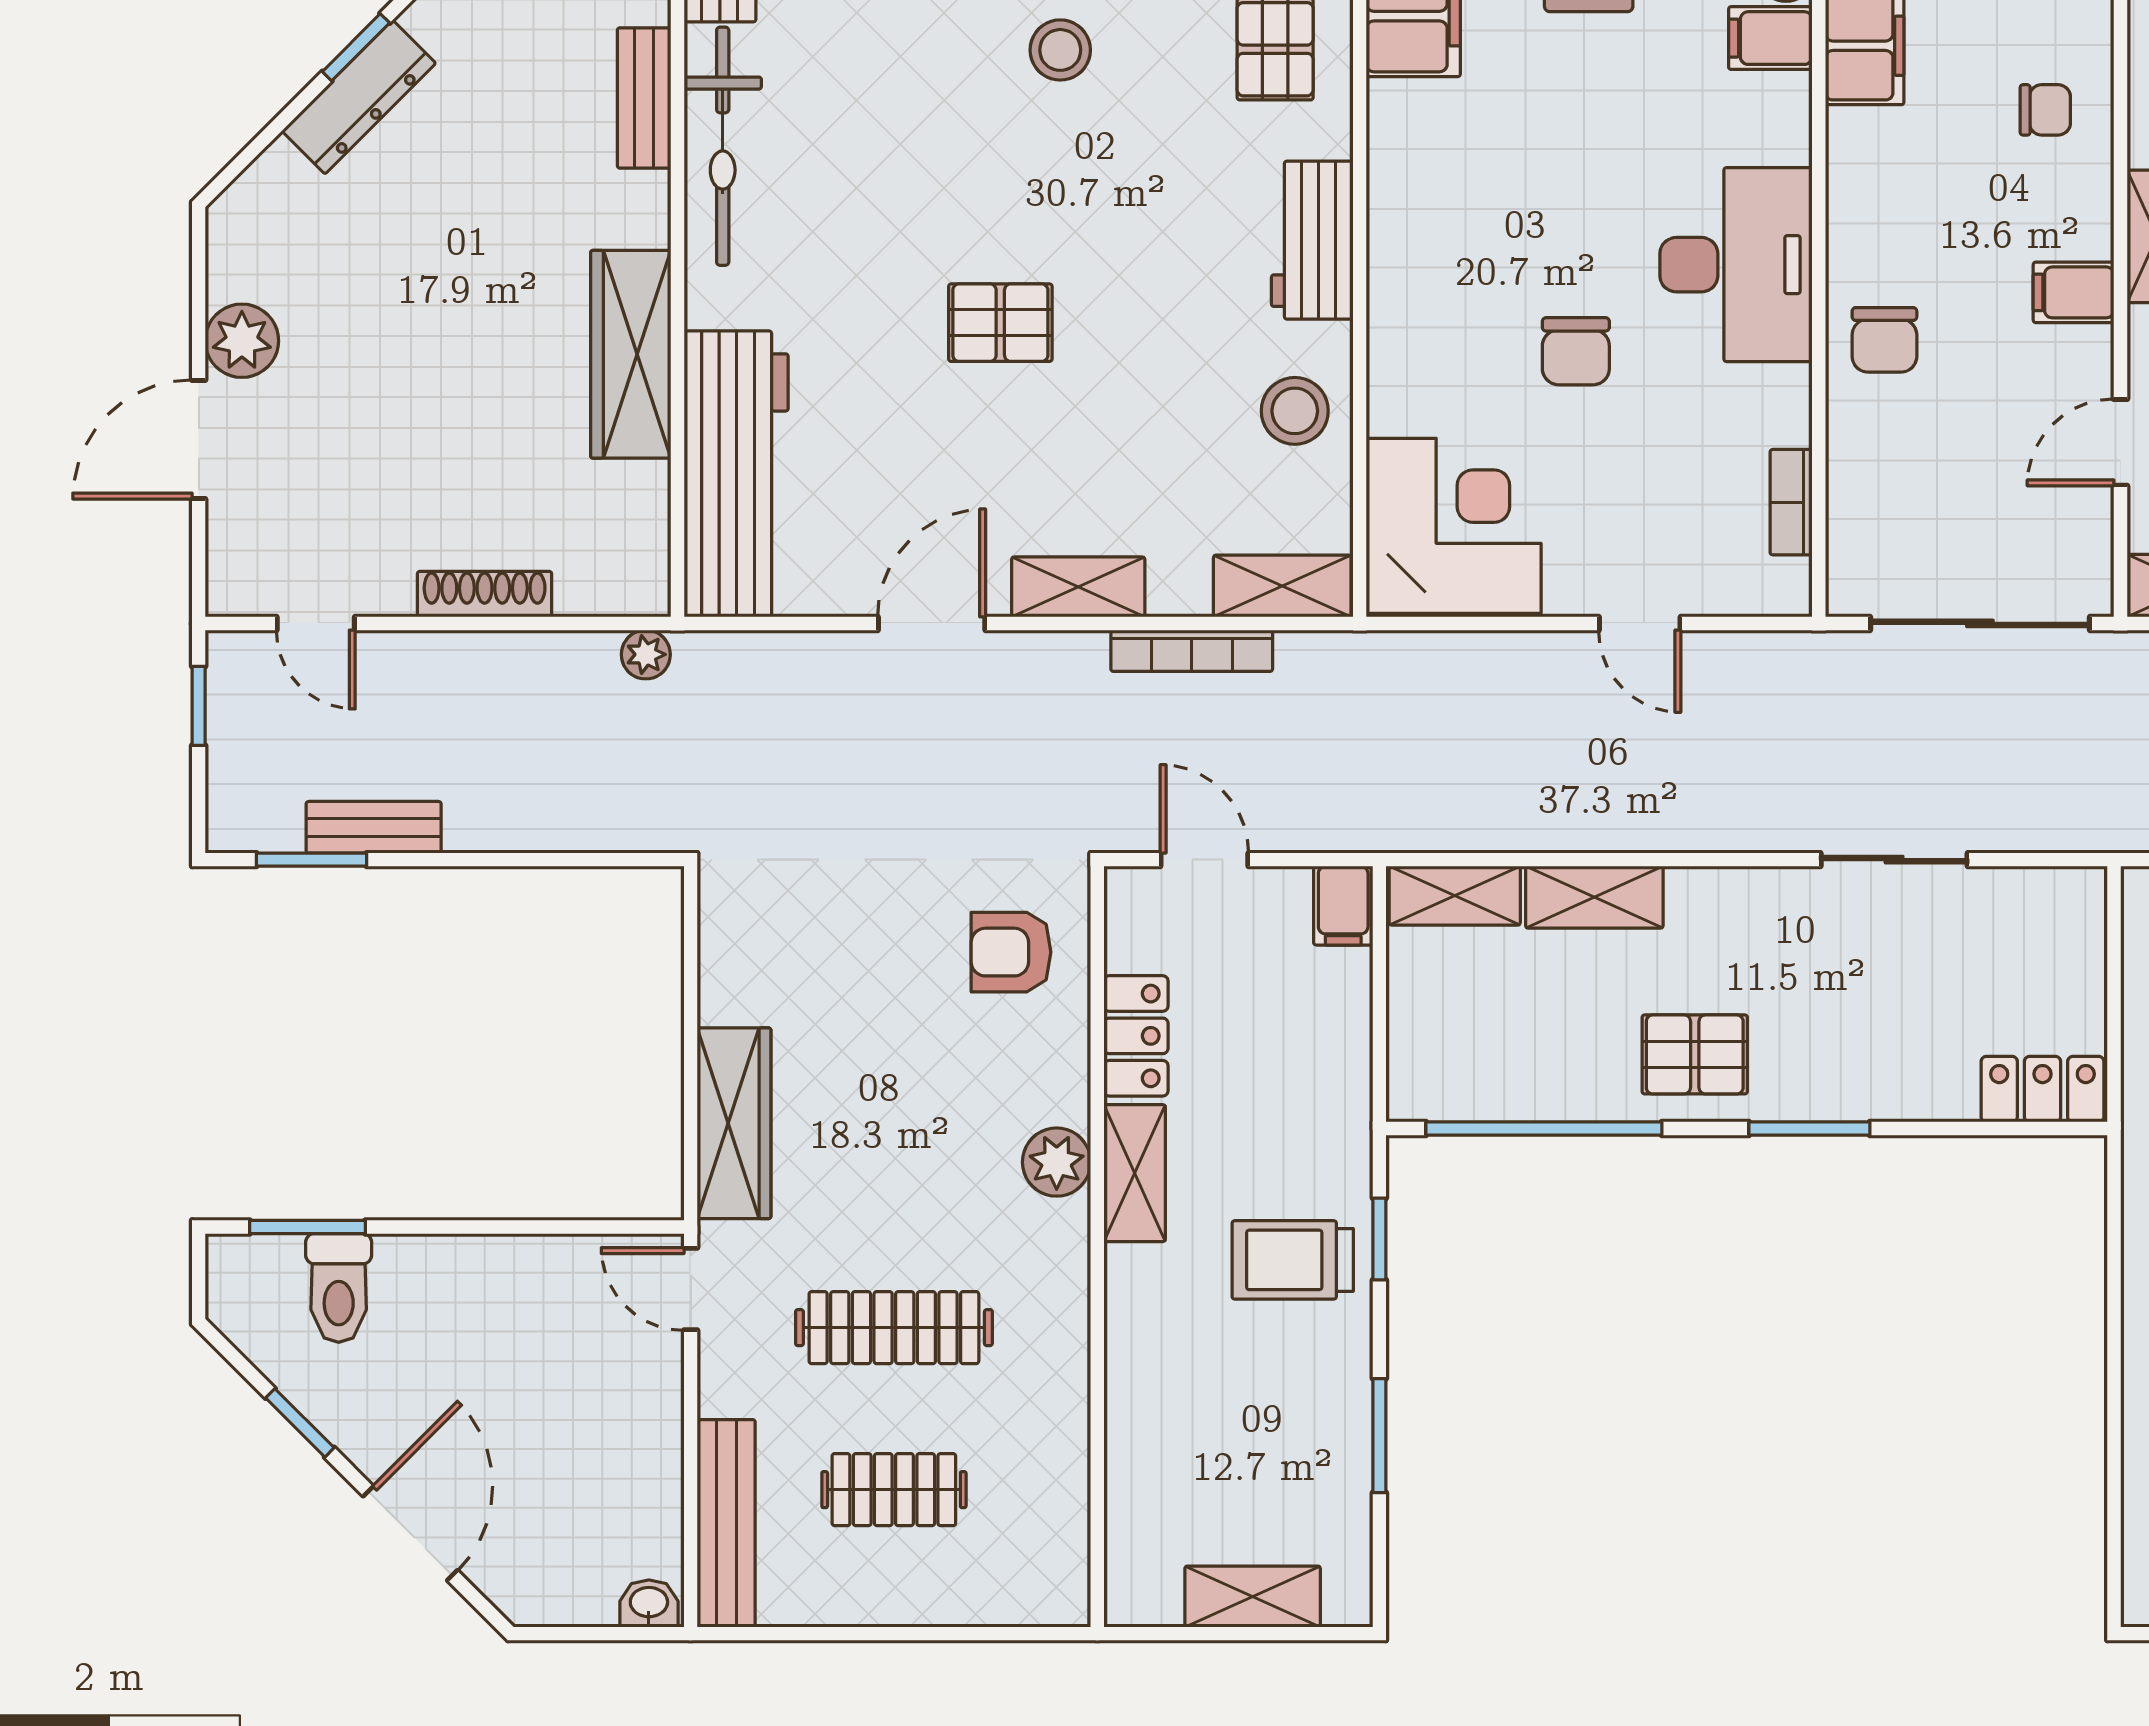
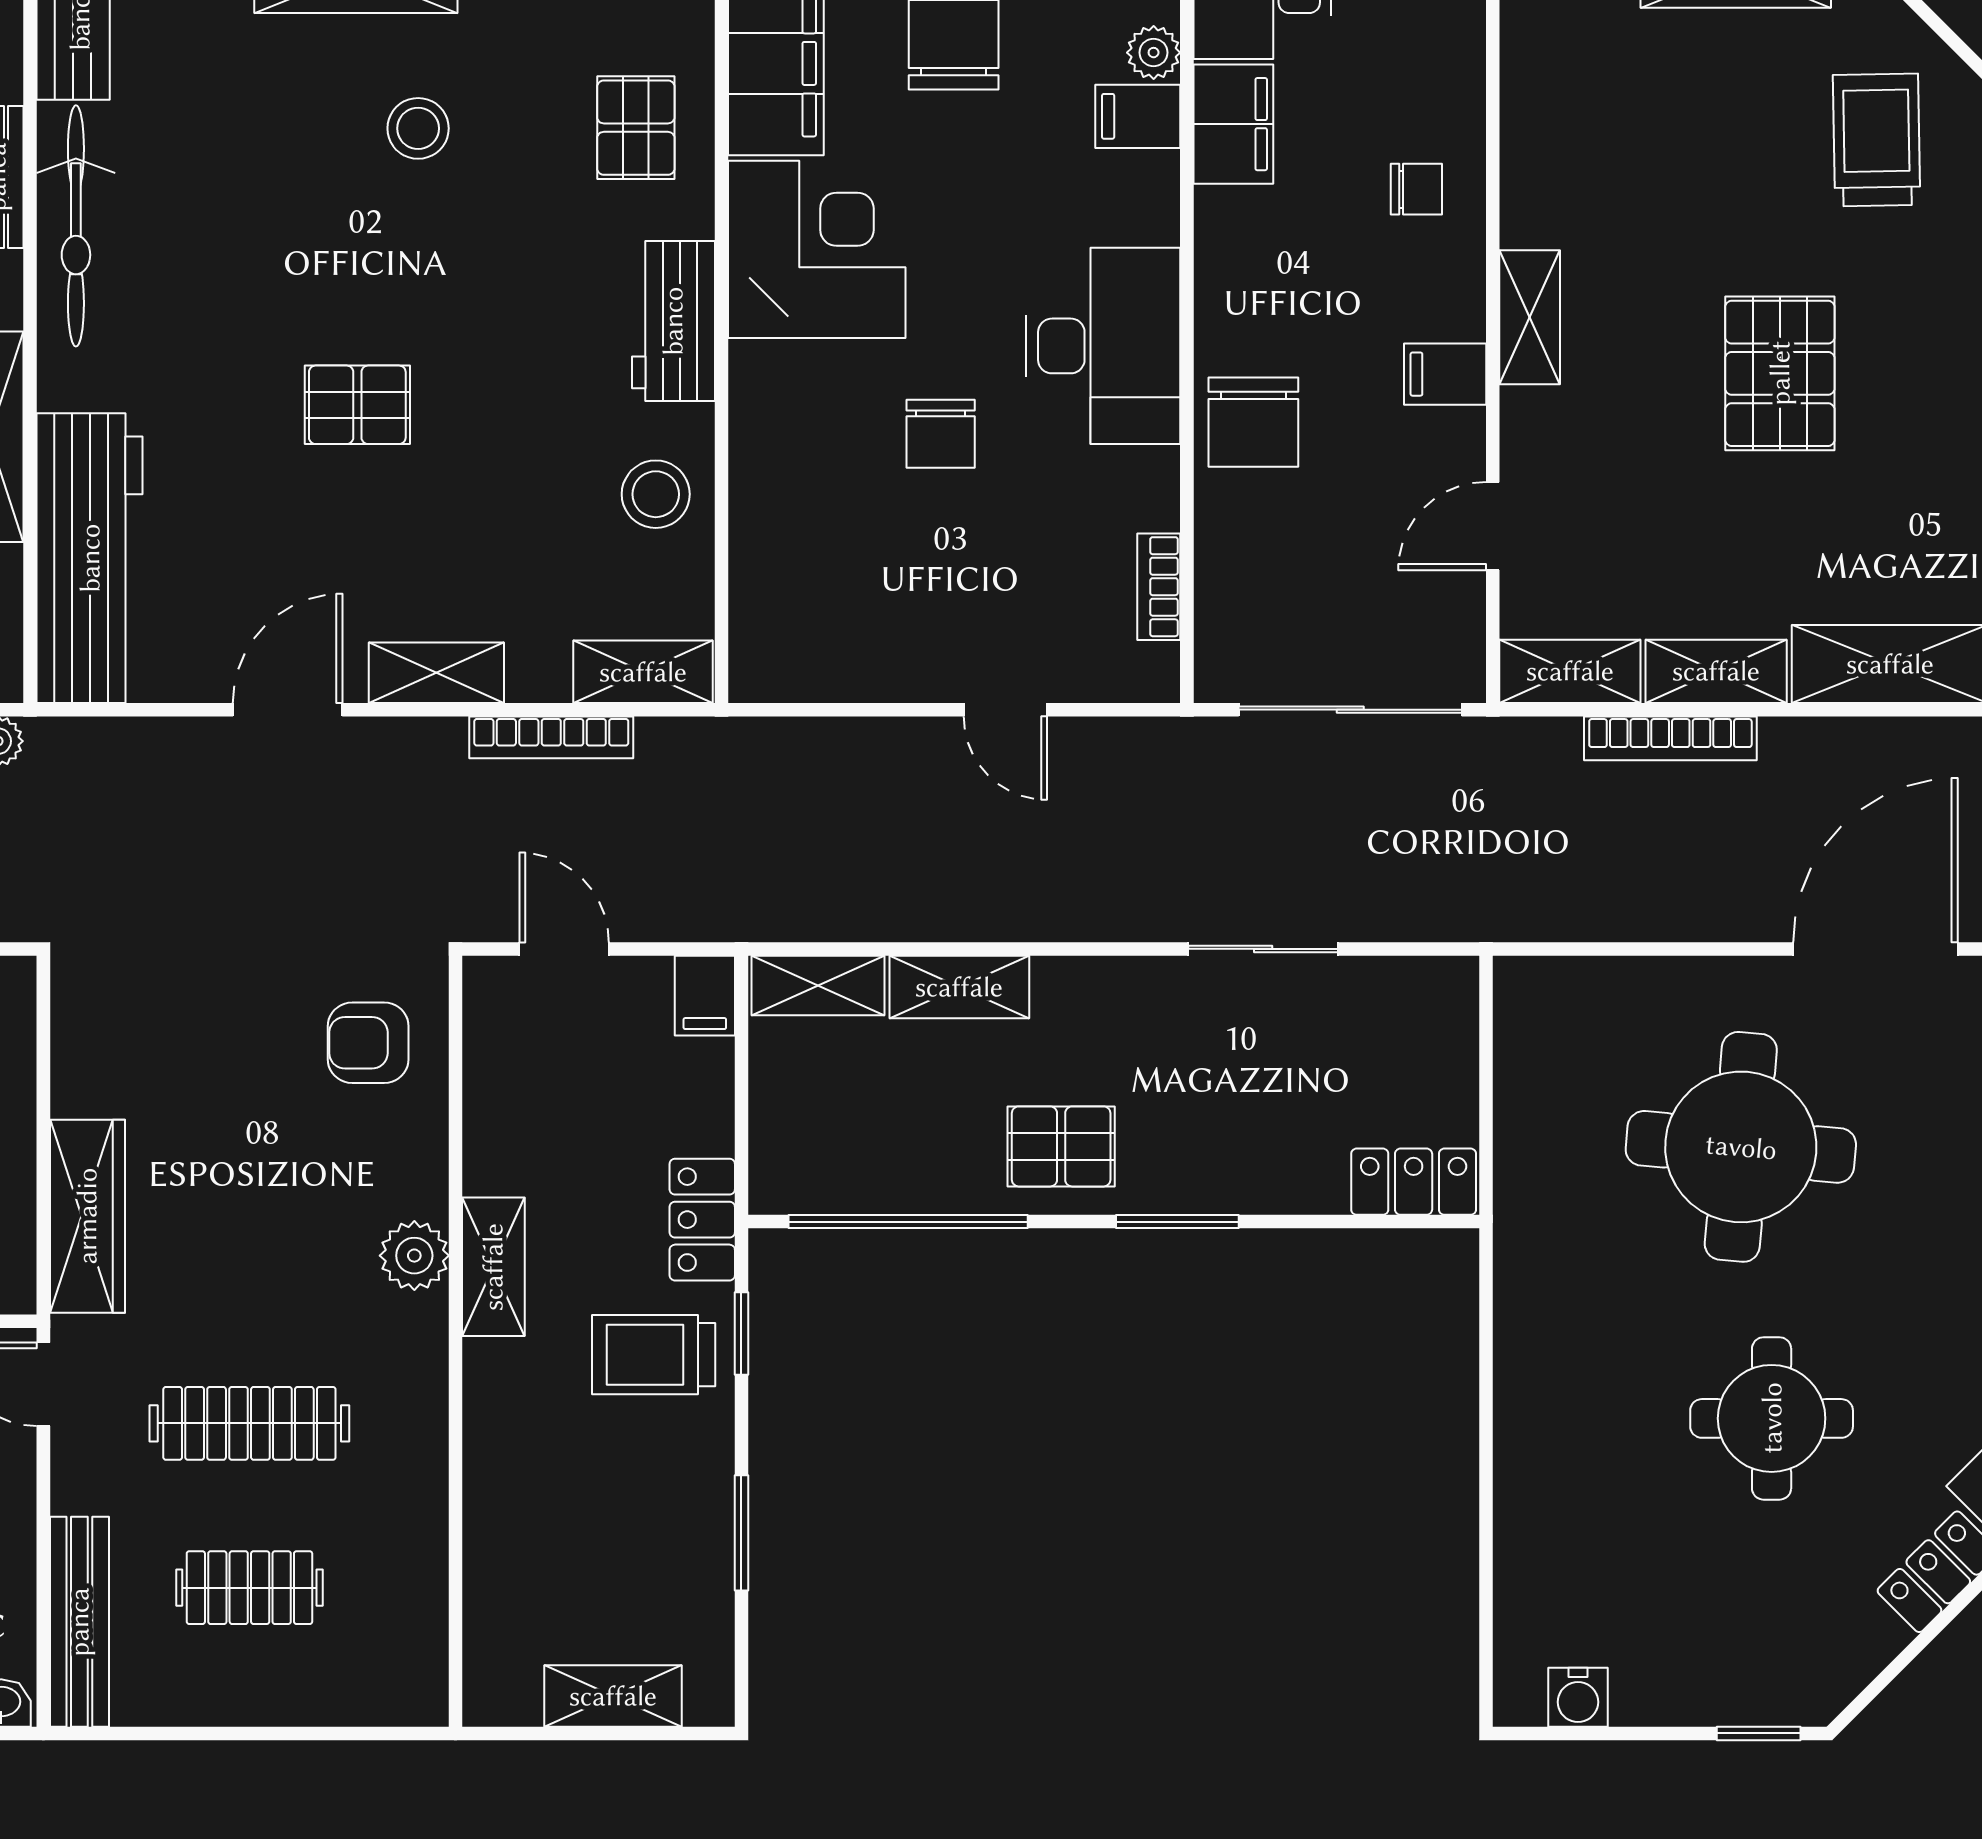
chair: (1884, 340) -> (1253, 422), width x1.37, depth x1.37
corner desk: (1454, 526) -> (817, 249), moved
locker: (1136, 1036) -> (702, 1220), moved, turned 180

